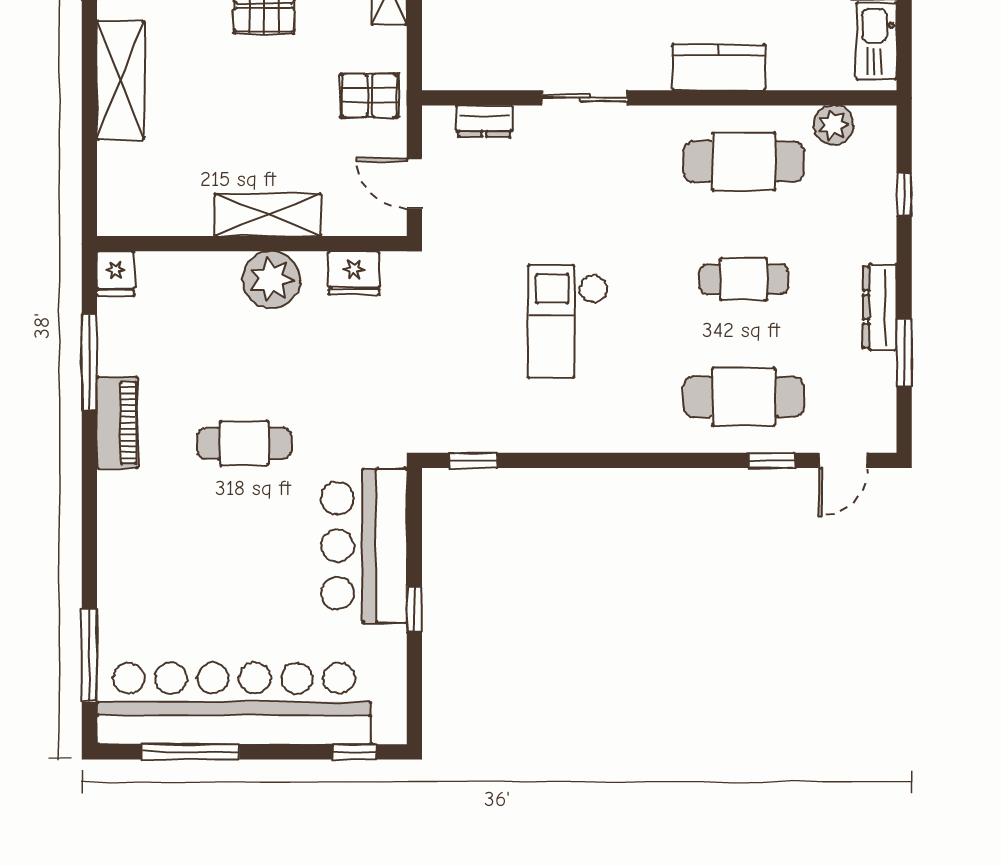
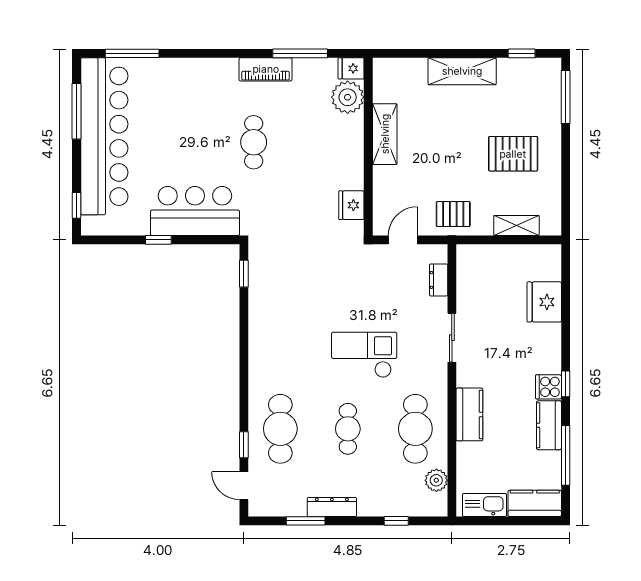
pallet: (369, 96) -> (453, 214), turned 90
shelving: (268, 215) -> (385, 134), moved
plant: (271, 280) -> (348, 97), moved
checkout: (568, 321) -> (364, 355), moved

